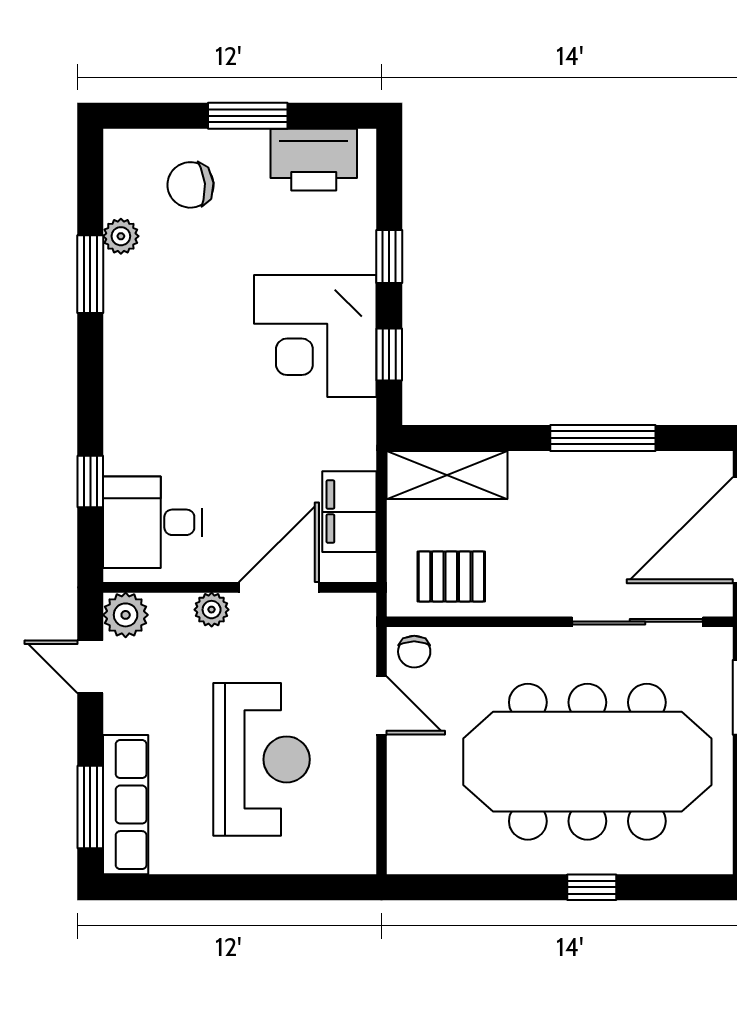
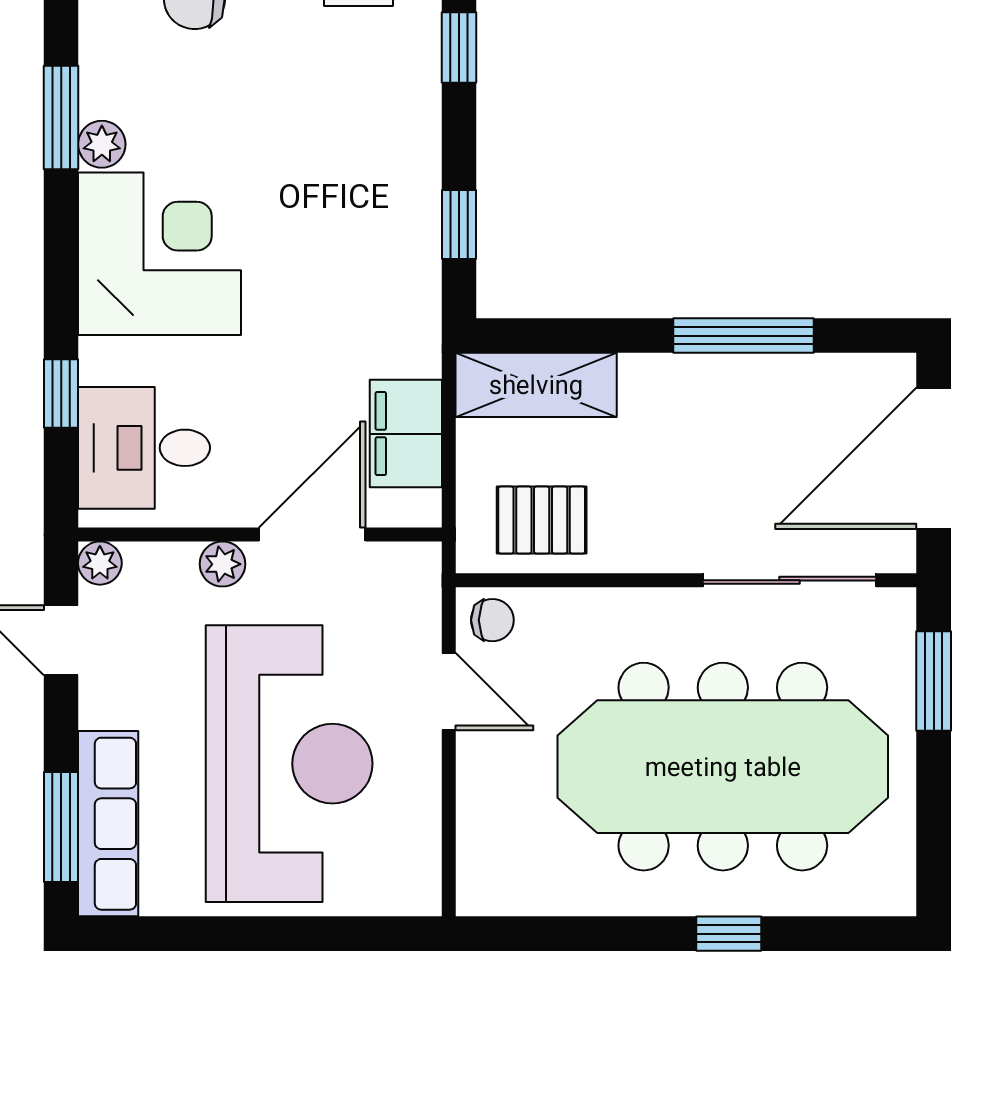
plant: (121, 236) -> (102, 144), moved
window: (389, 257) -> (459, 48), moved
corner desk: (315, 336) -> (160, 254), moved, turned 180
plant: (126, 615) -> (100, 563), width x0.73, depth x0.73
chair: (414, 652) -> (492, 620), turned -90
reception desk: (262, 759) -> (289, 764), width x1.36, depth x1.30

